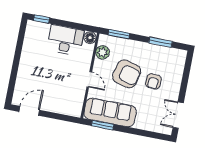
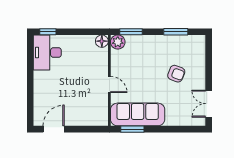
desk: (65, 40) -> (47, 53), moved, turned -90
plant: (103, 52) -> (118, 42), moved
armchair: (127, 74) -> (147, 71), removed
armchair: (153, 81) -> (176, 74), turned -73

